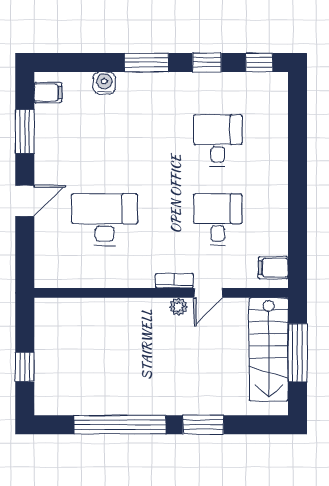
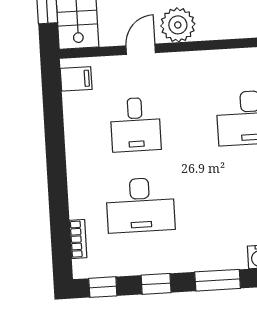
desk: (218, 140) -> (140, 205), width x1.37
bookcase: (174, 281) -> (78, 239), moved, turned -90
plant: (178, 307) -> (178, 25), width x1.88, depth x1.88

